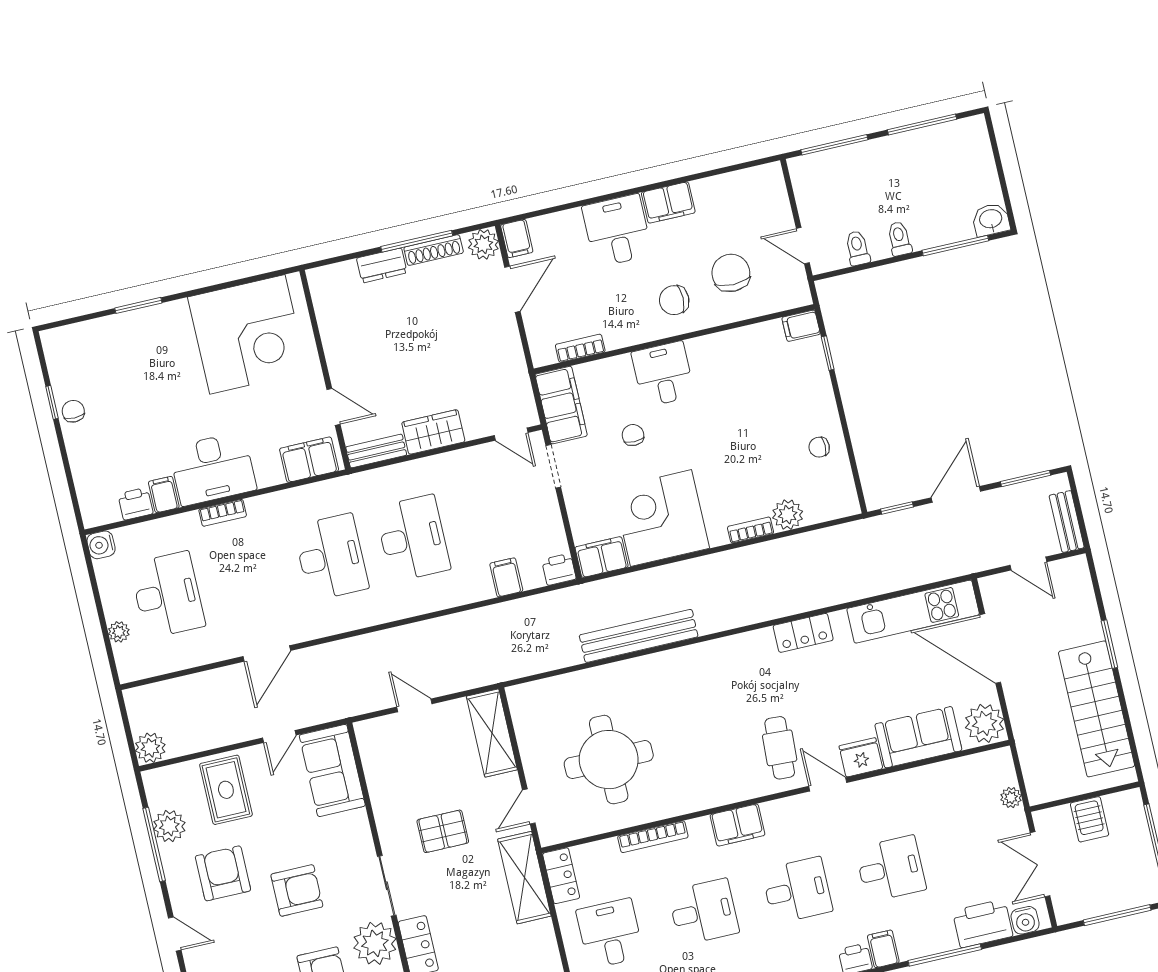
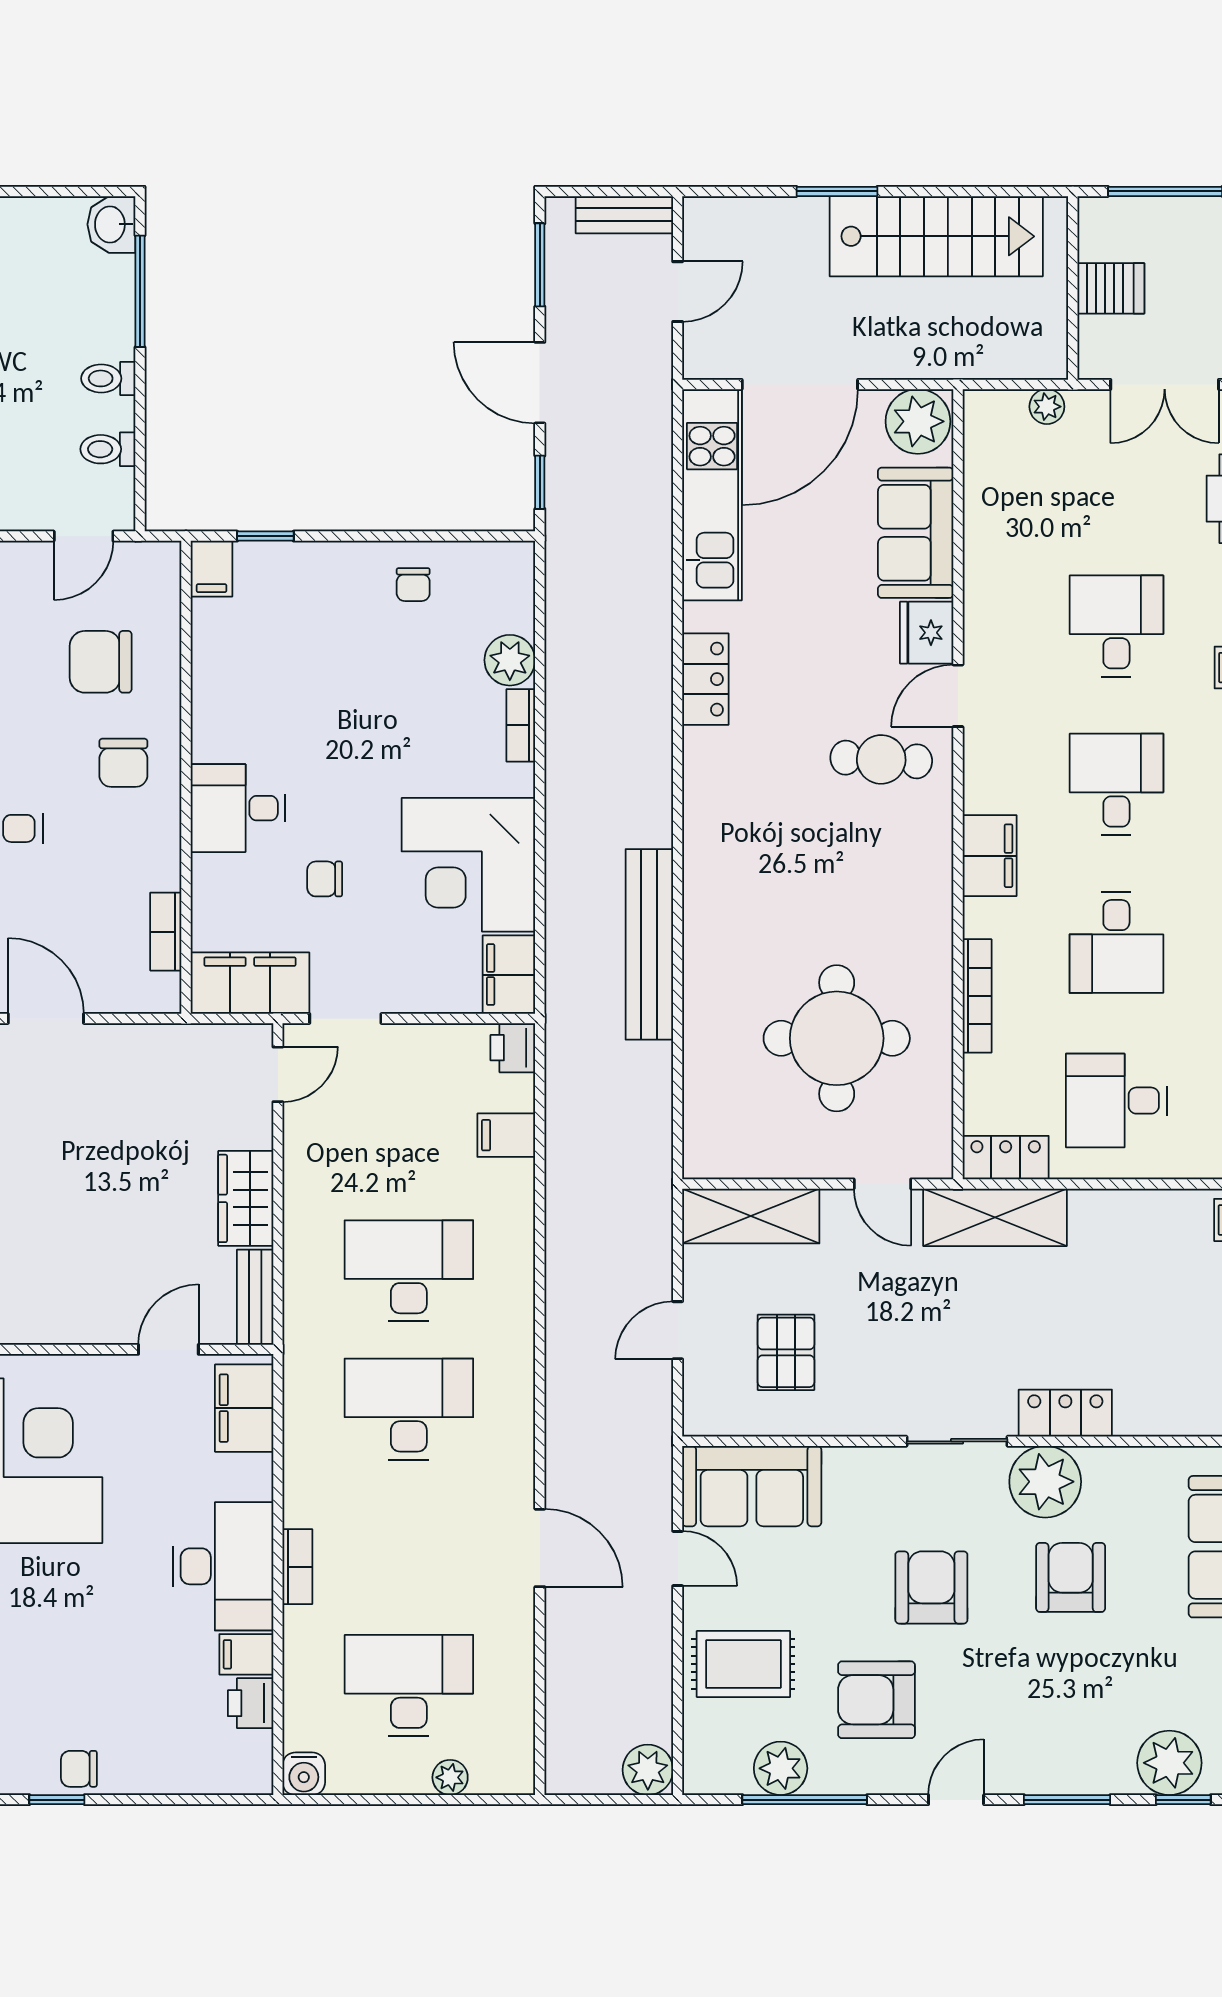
pallet: (443, 831) -> (786, 1352), moved
desk: (704, 912) -> (1116, 942), turned 180

